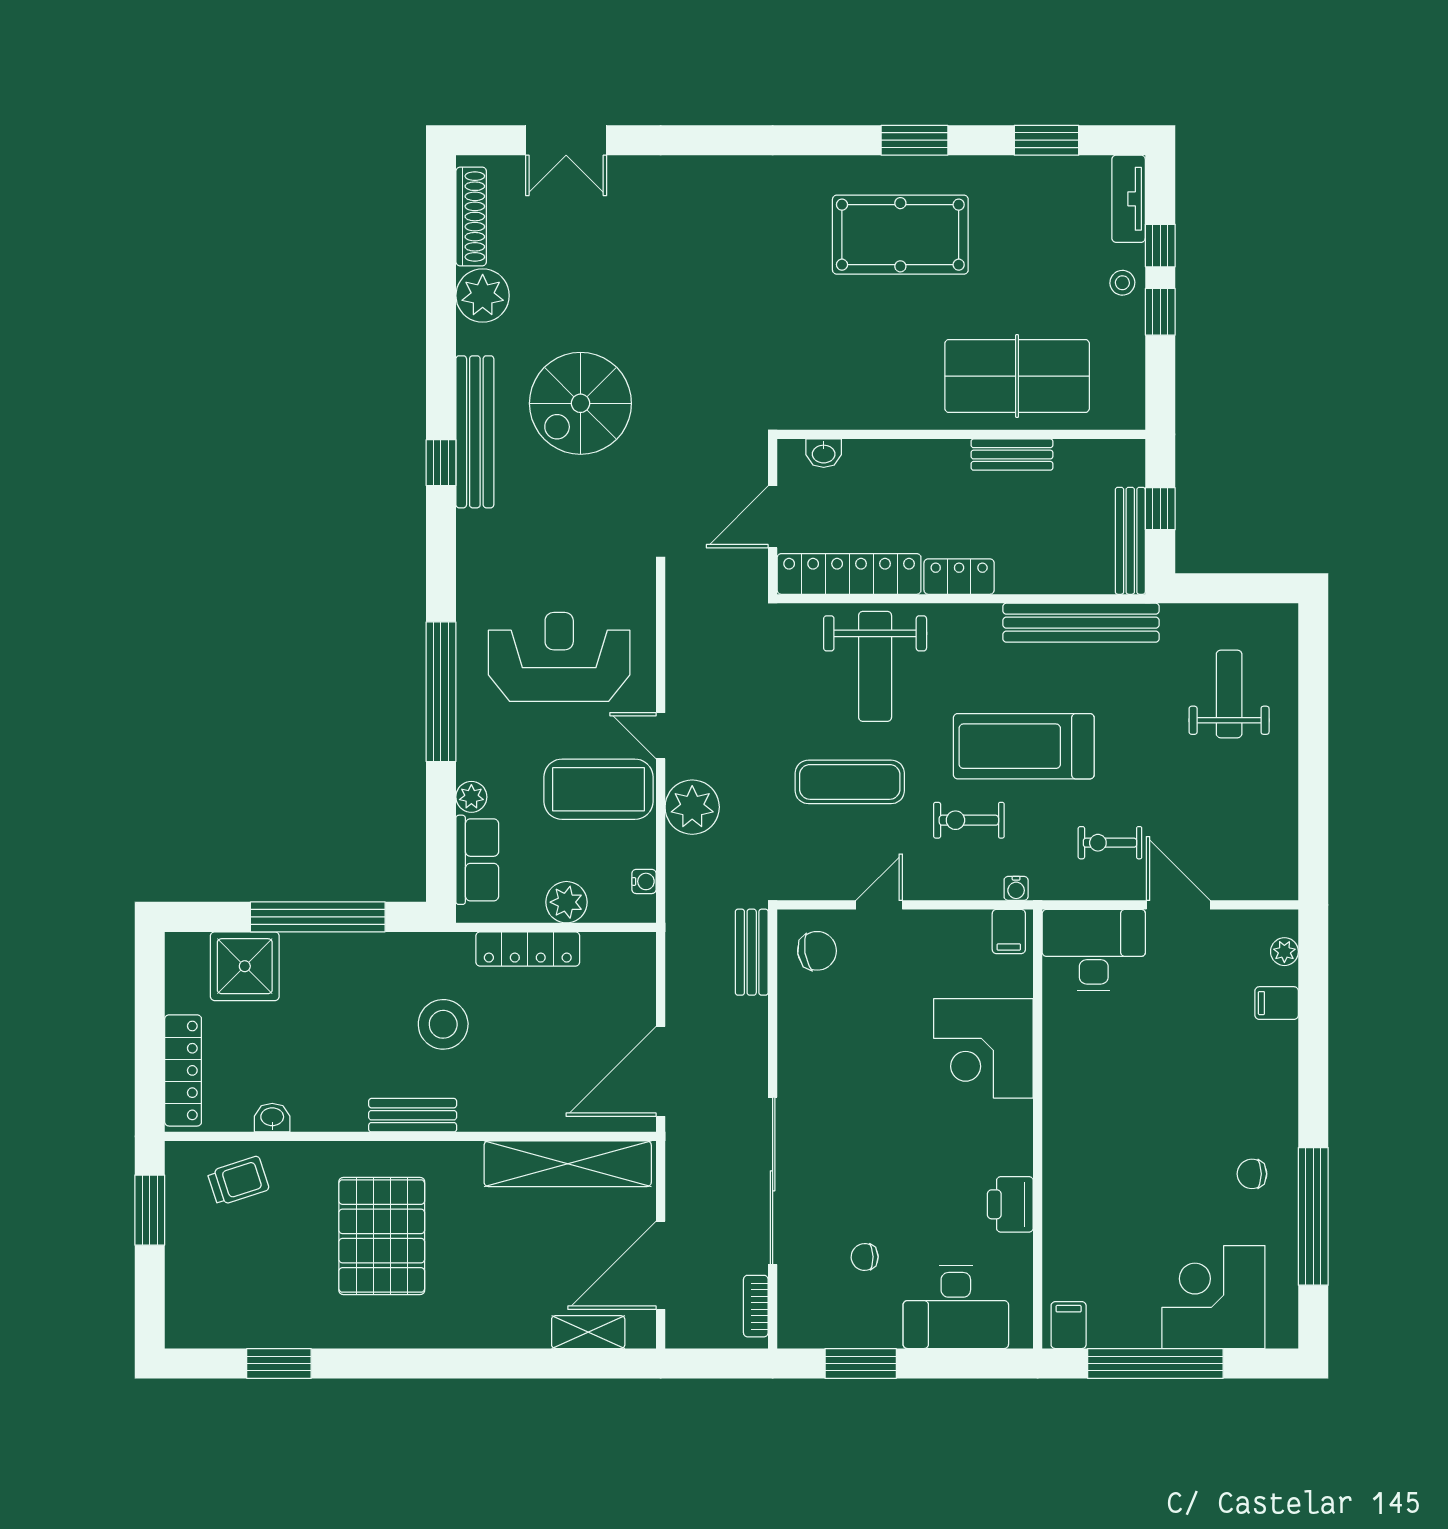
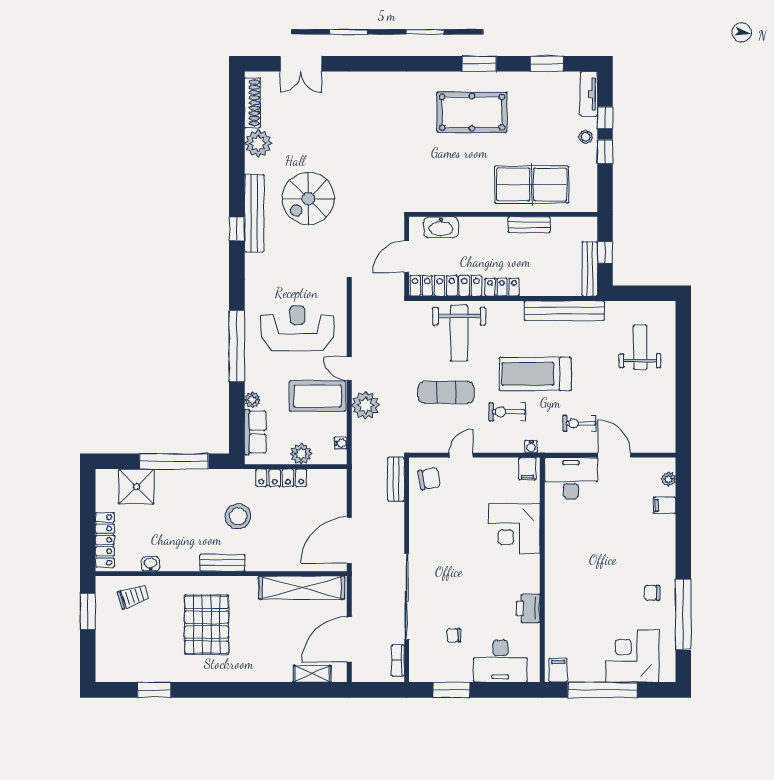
washbasin: (824, 453) -> (441, 227), width x1.91, depth x1.45

